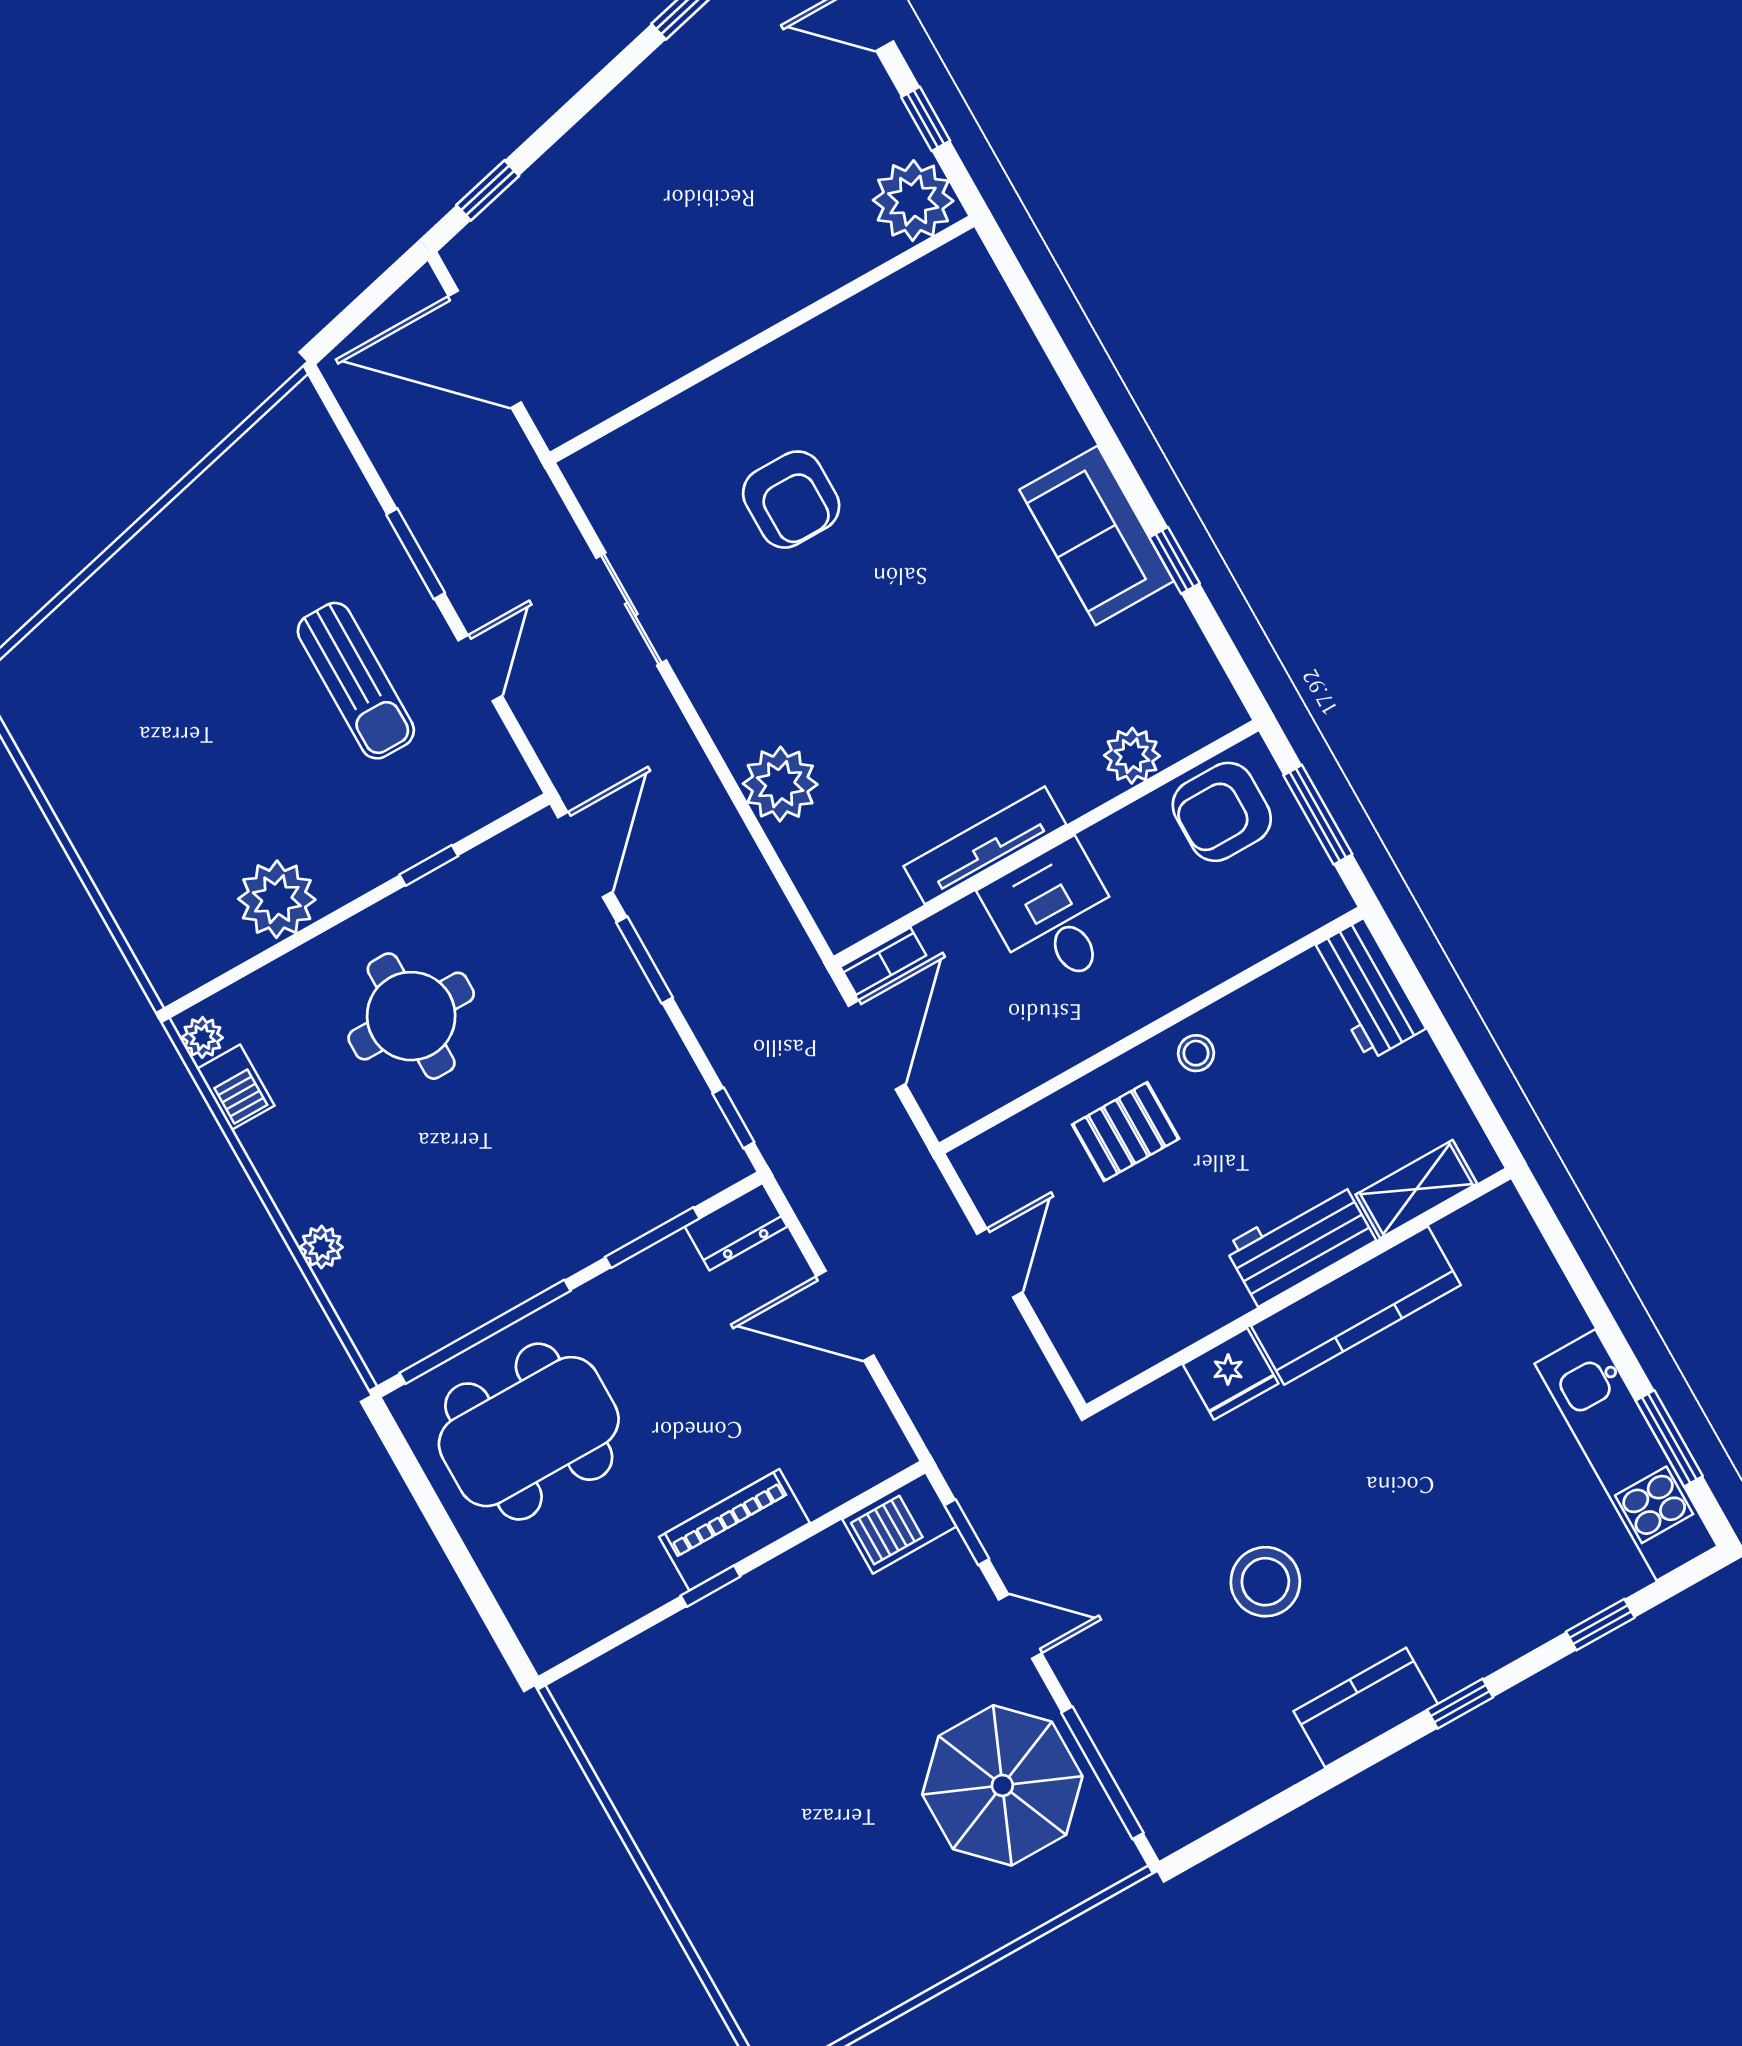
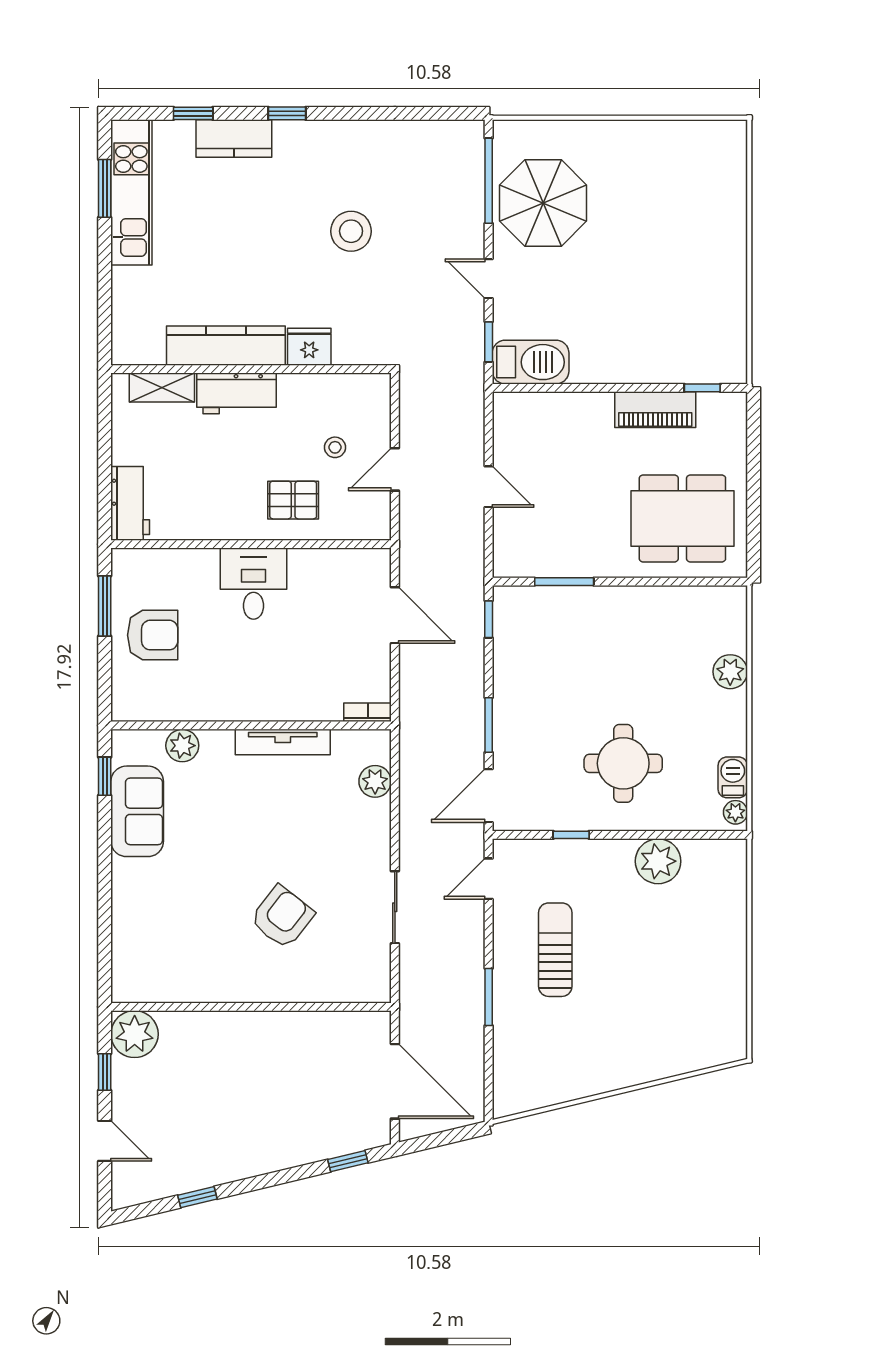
armchair: (791, 500) -> (282, 917), turned 38
door: (480, 668) -> (489, 879), moved
plant: (1132, 756) -> (182, 746), moved
plant: (780, 784) -> (375, 781), width x0.73, depth x0.73
wall: (1046, 843) -> (251, 725), moved
tv unit: (985, 845) -> (283, 742), moved
desk: (1055, 916) -> (254, 584), moved, turned 180
bookcase: (883, 961) -> (368, 712), moved
door: (877, 1045) -> (395, 615), swing flipped
stool: (1196, 1053) -> (335, 447), moved
dresser: (736, 1227) -> (518, 563), removed
plant: (322, 1247) -> (730, 672), width x1.38, depth x1.38
door: (845, 1316) -> (489, 487), width x0.73
window: (485, 1332) -> (676, 582), removed
barbecue: (899, 1523) -> (531, 362), width x1.37, depth x1.21
piano: (734, 1530) -> (655, 410), moved
window: (710, 1586) -> (702, 388), moved
kitchen counter: (1366, 1708) -> (234, 139), moved

